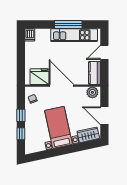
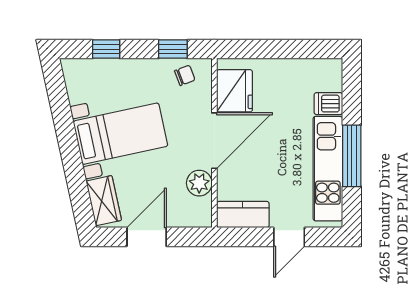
dishwasher: (30, 35) -> (328, 104), moved
door: (104, 52) -> (289, 237), swing flipped
plant: (92, 92) -> (199, 183), moved
window: (21, 115) -> (173, 49), moved

